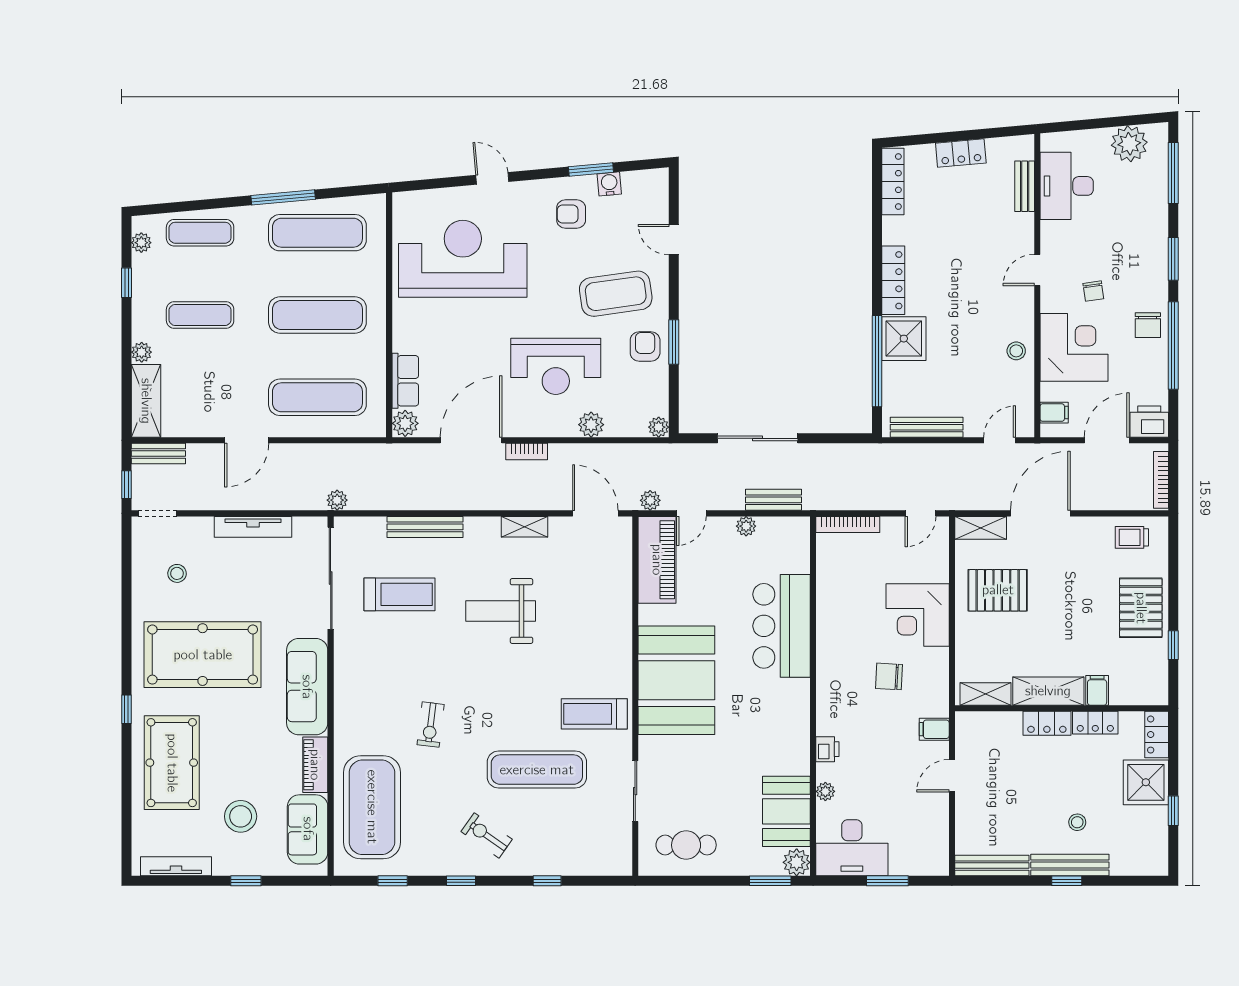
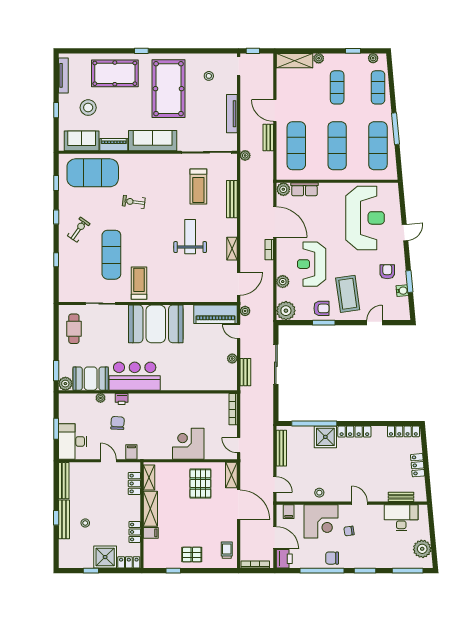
plant: (659, 427) -> (286, 311), width x1.88, depth x1.88
bench: (158, 454) -> (268, 137), moved
pallet: (1141, 608) -> (192, 555), width x0.67, depth x0.71
bar counter: (782, 626) -> (135, 376), moved
chair: (889, 676) -> (118, 423), moved
locker: (1047, 723) -> (134, 484), moved
desk: (852, 848) -> (73, 441), moved

